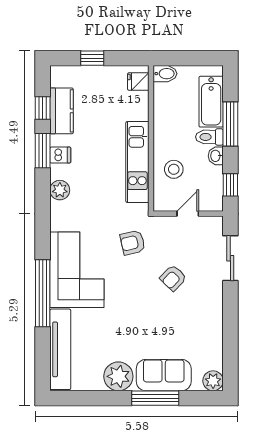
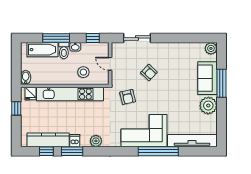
window: (92, 58) -> (16, 108), moved
kitchen counter: (61, 111) -> (48, 140), width x1.50
kitchen unit: (137, 162) -> (70, 94), width x1.36

